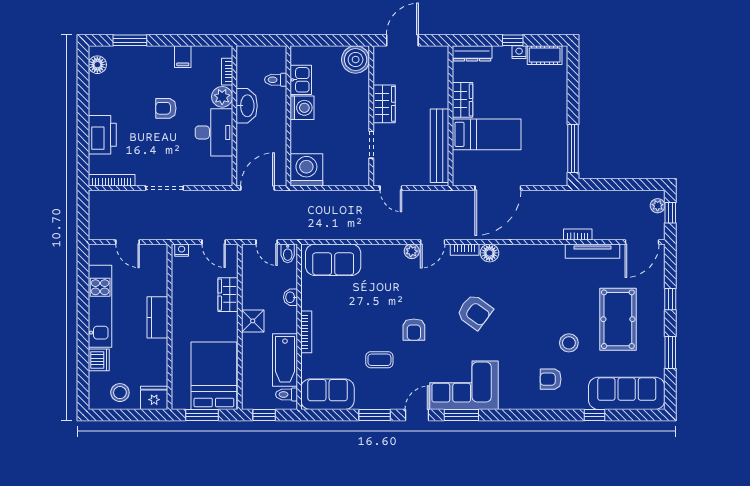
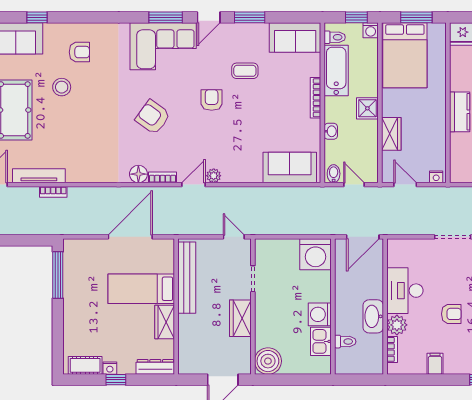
washing machine: (249, 402) -> (371, 30), added

